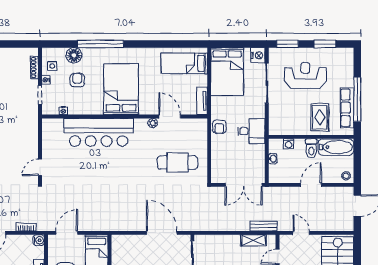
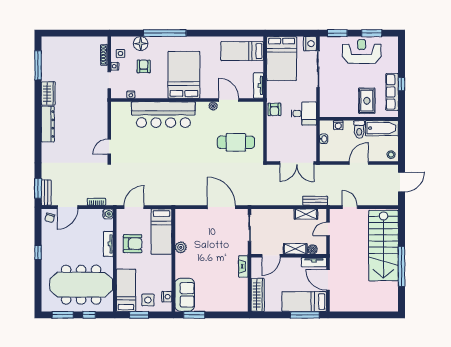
reception desk: (305, 75) -> (362, 51), moved
window: (357, 99) -> (401, 84), width x0.32

